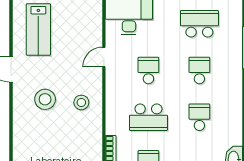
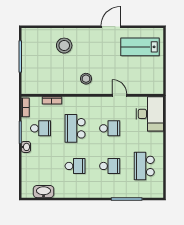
school desk: (199, 24) -> (144, 166), turned 180
stool: (45, 99) -> (64, 46), moved

